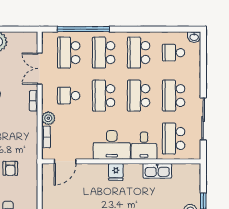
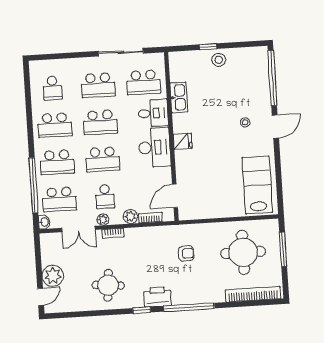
washbasin: (194, 37) -> (44, 222), moved
plant: (47, 92) -> (103, 219), added
door: (65, 161) -> (175, 196), swing flipped

